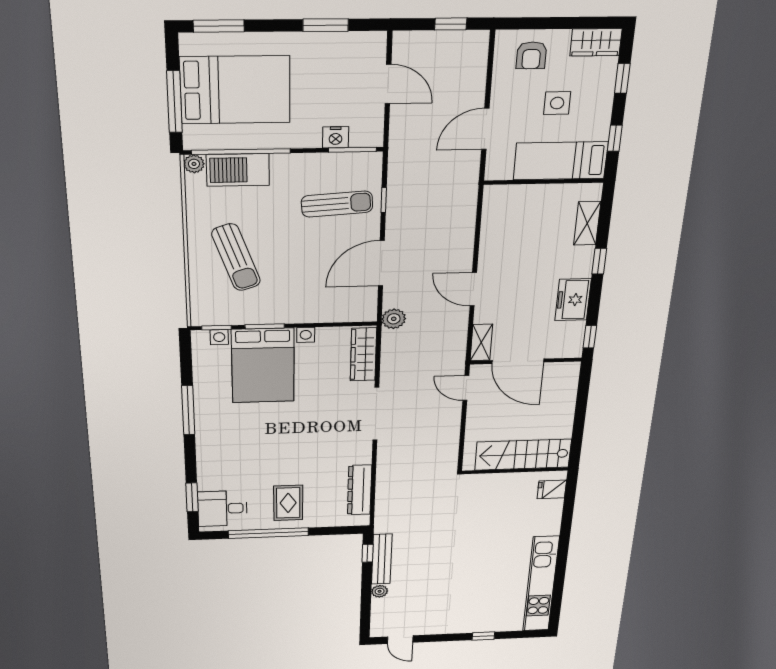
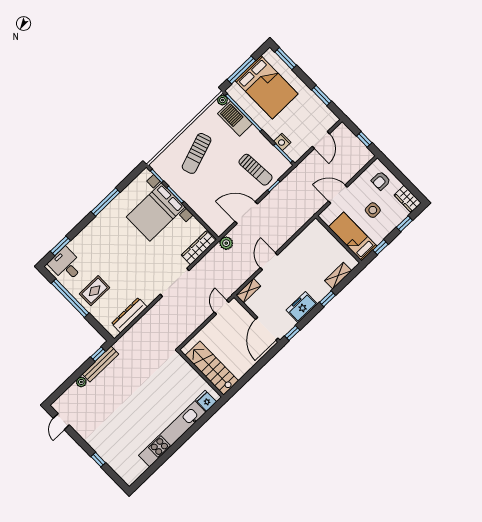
door: (518, 361) -> (267, 329), moved
kitchen unit: (541, 584) -> (172, 434), moved

